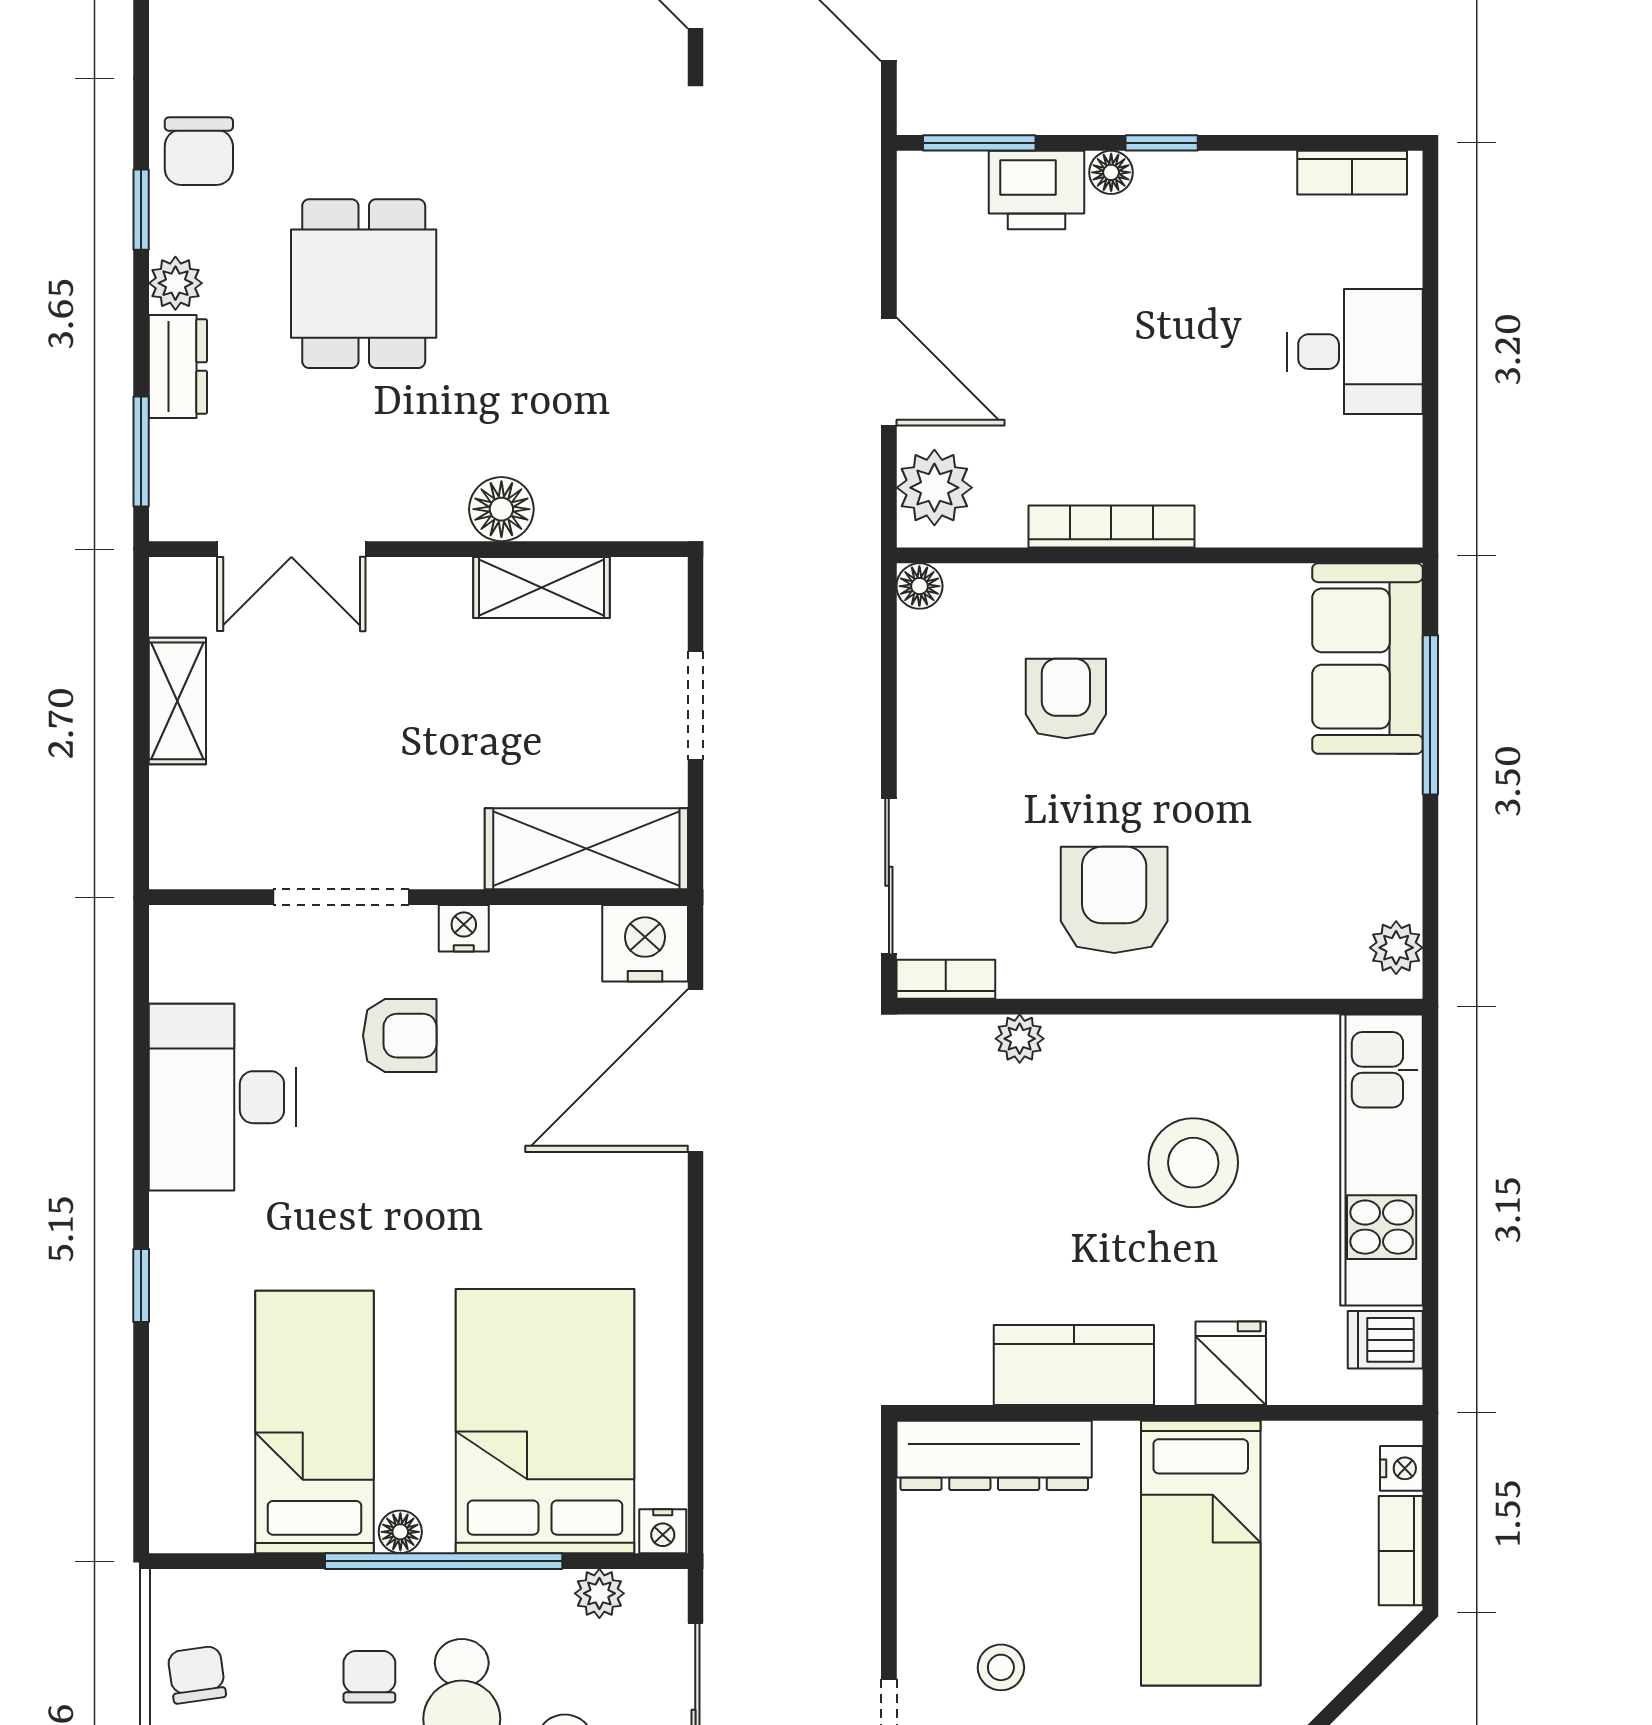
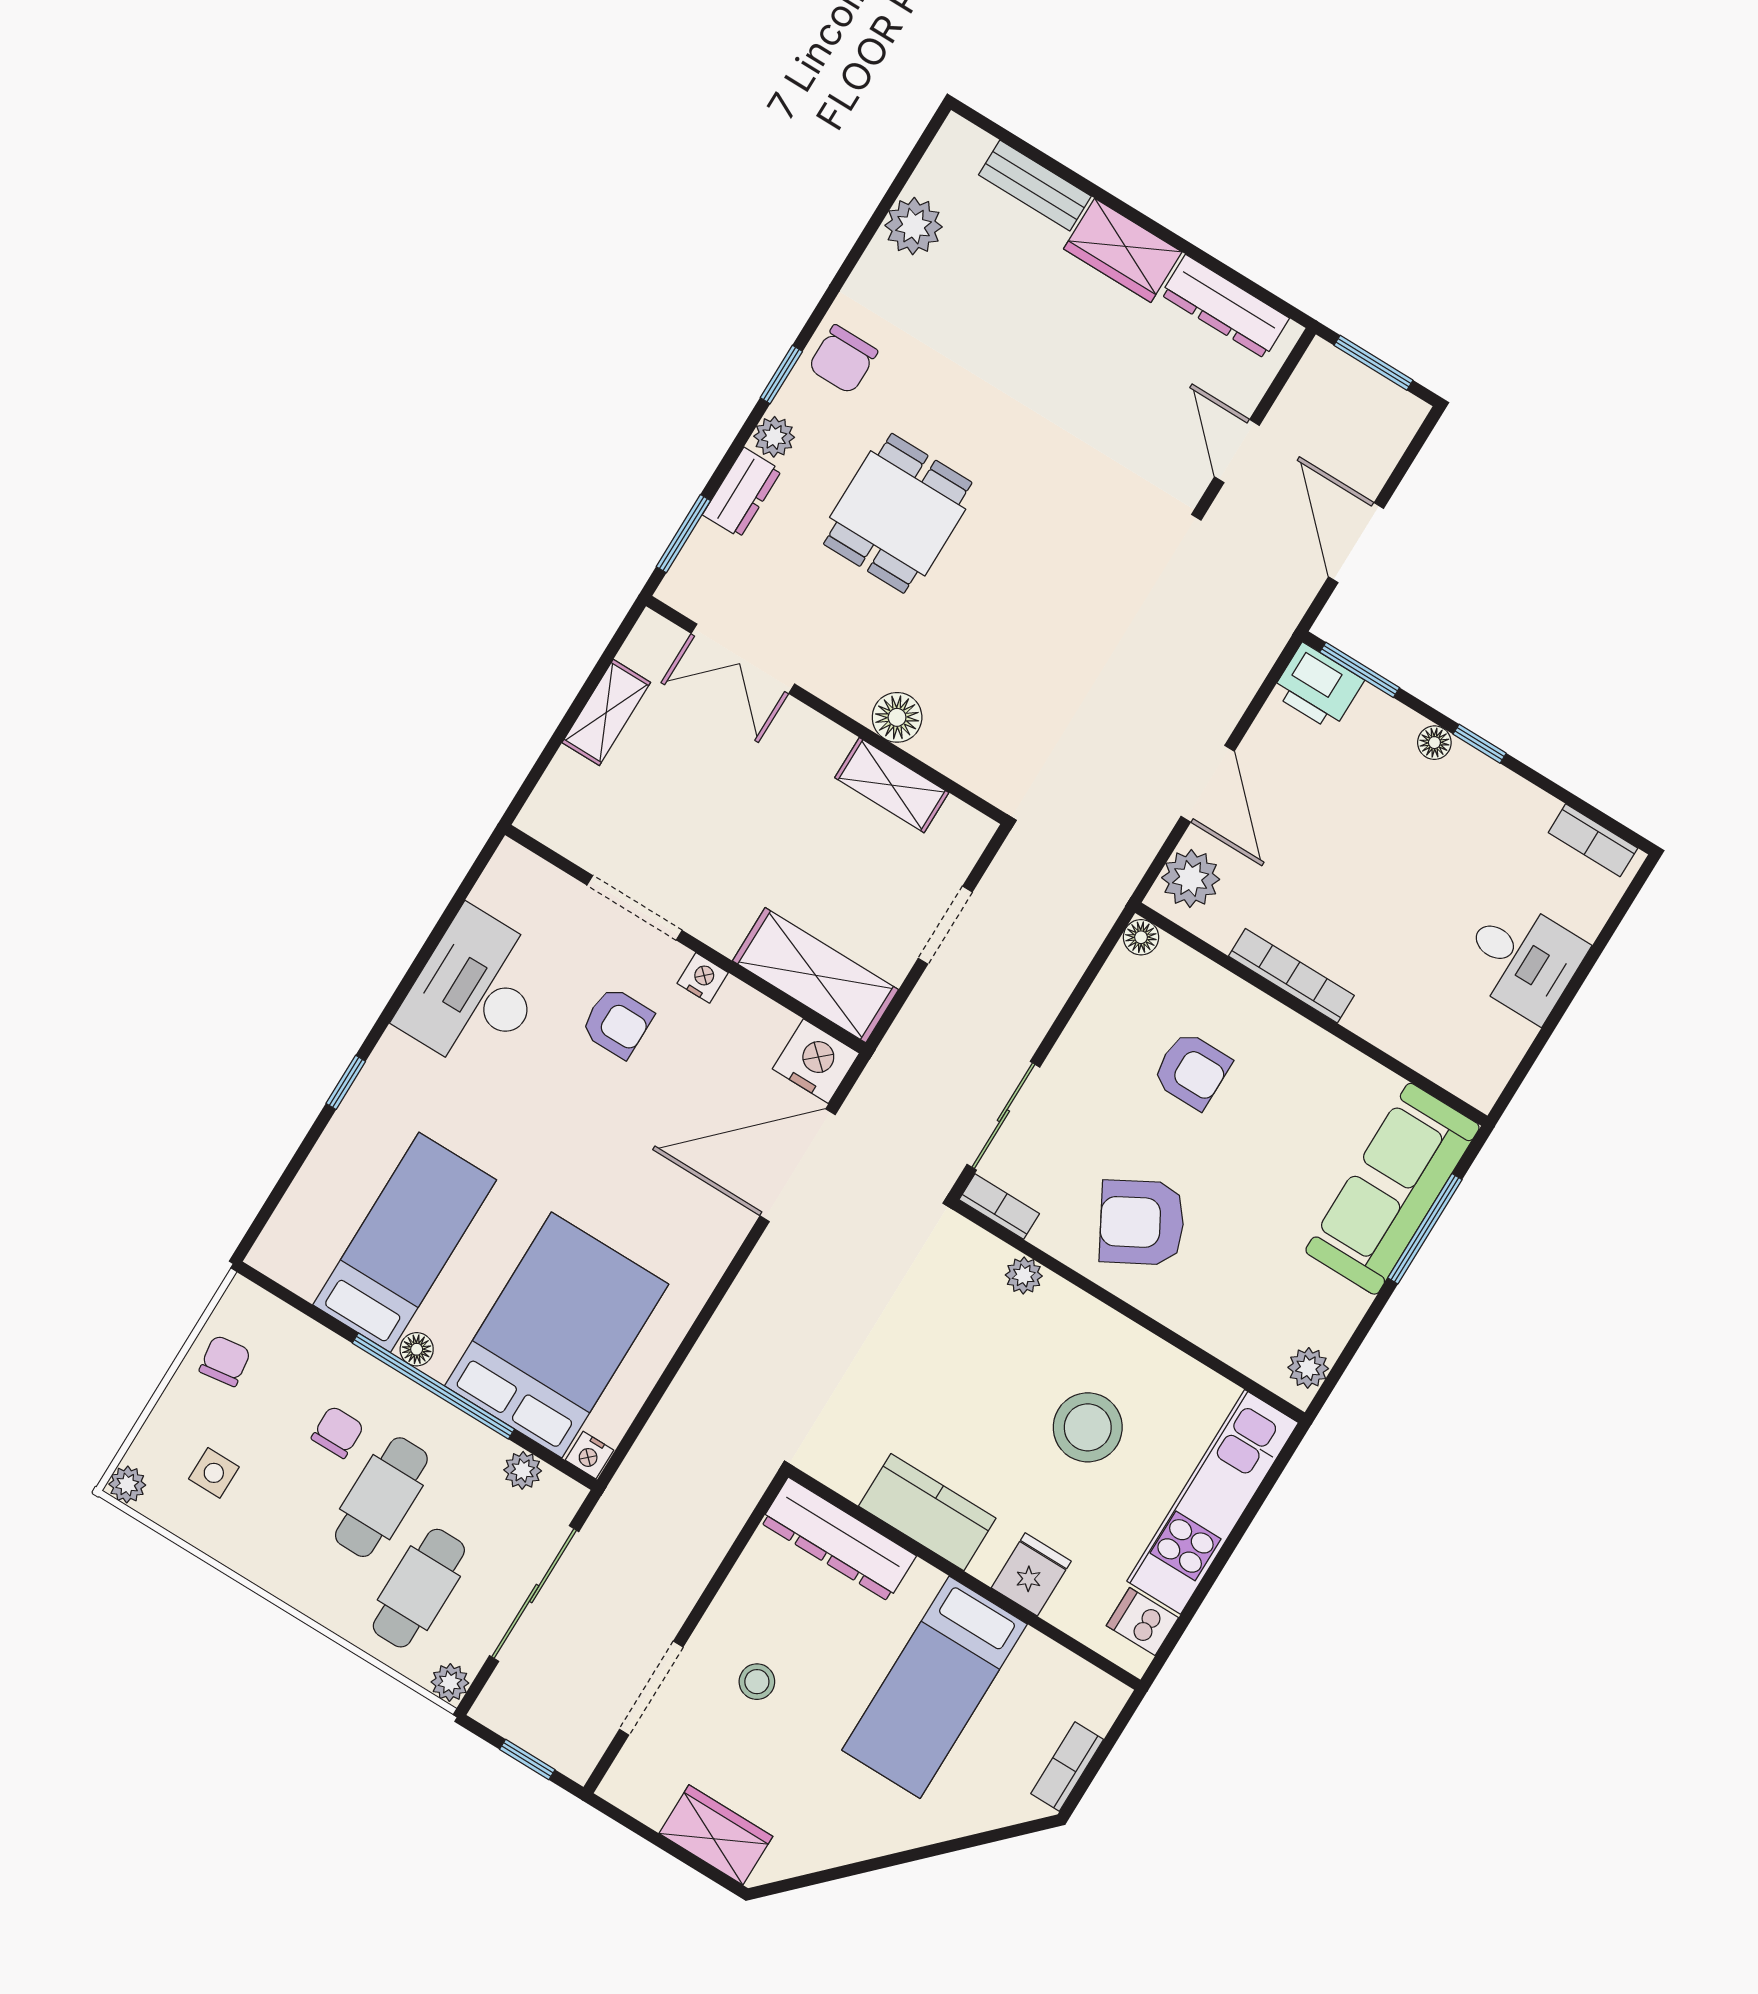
printer: (1037, 190) -> (1318, 687), moved
sofa: (1367, 659) -> (1392, 1189), width x1.36
armchair: (1066, 698) -> (1192, 1070), turned 90
armchair: (1114, 900) -> (1142, 1222), turned -119
nightstand: (1401, 1468) -> (1101, 1713), removed

